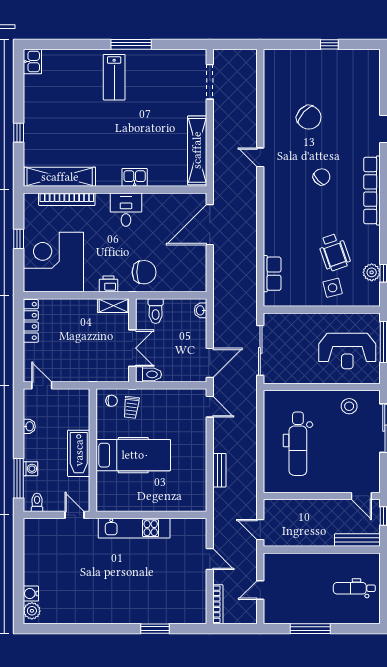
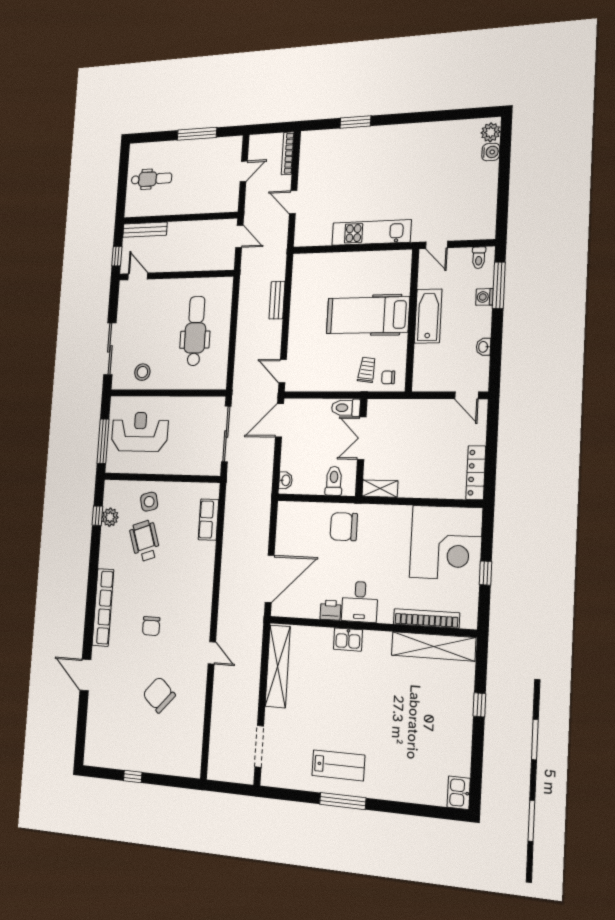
lab bench: (114, 77) -> (338, 765), moved, turned 90
chair: (322, 177) -> (151, 626), turned -47
printer: (108, 284) -> (330, 610), moved, turned 180

